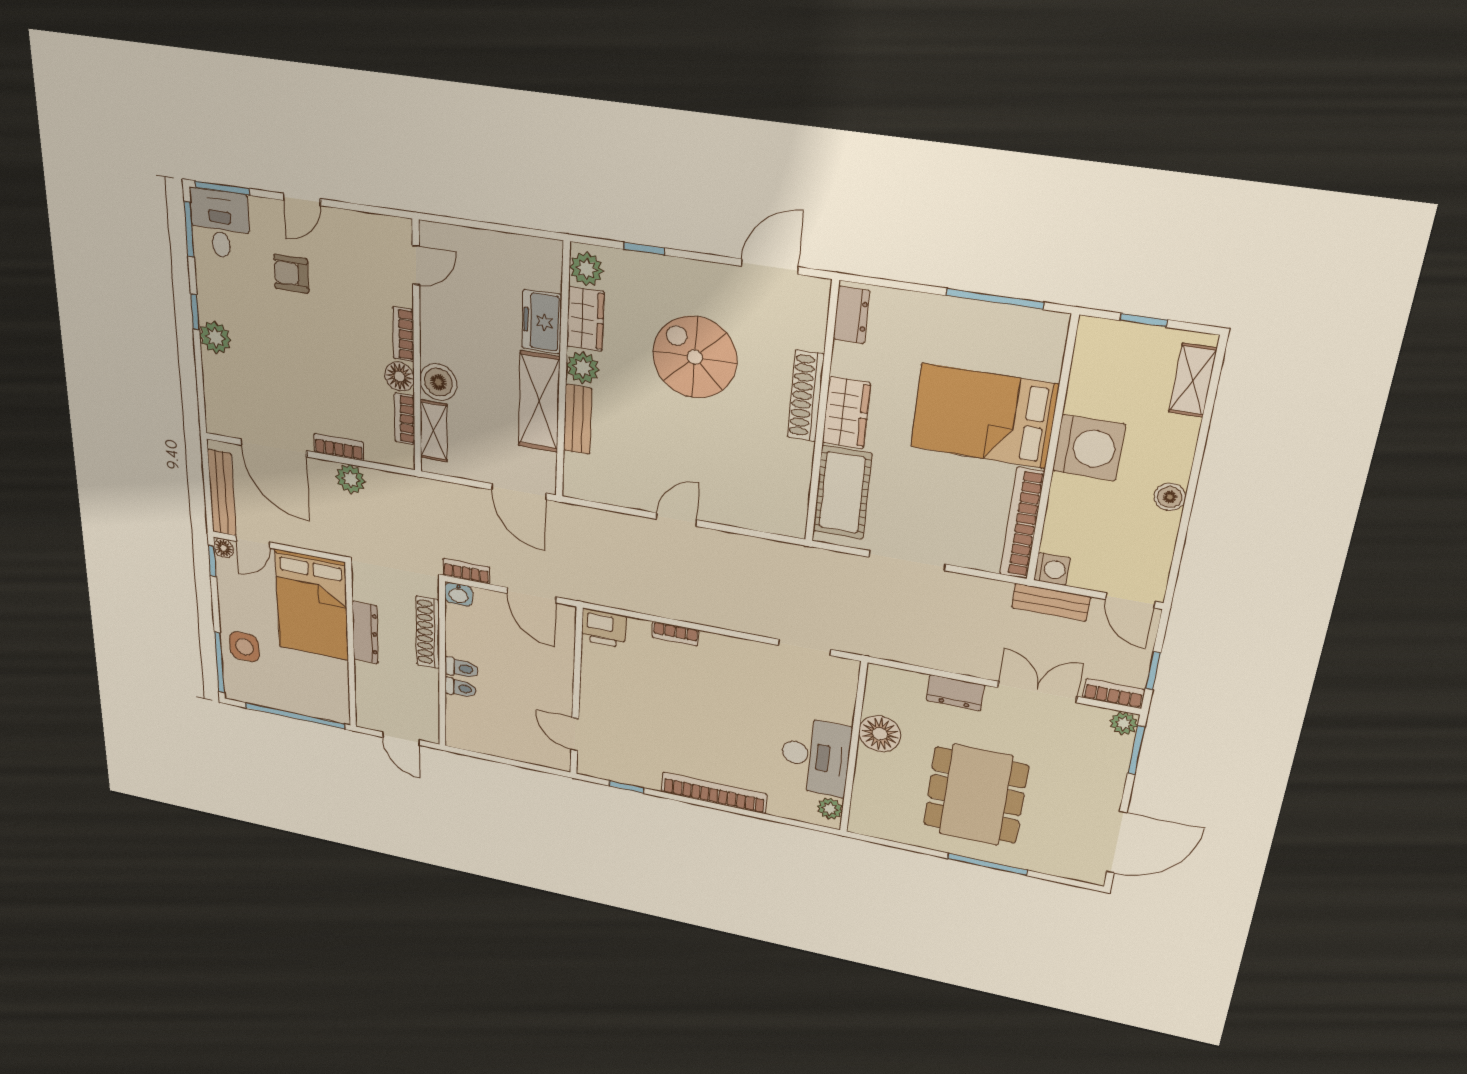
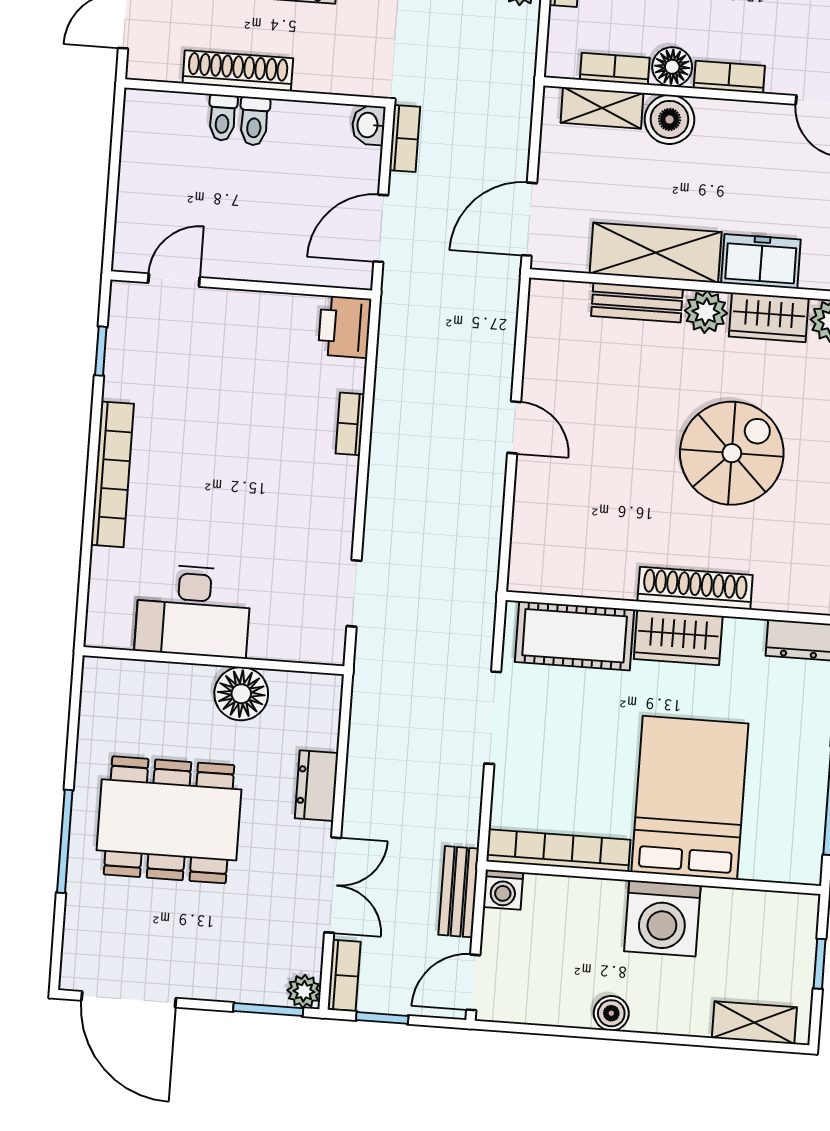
shoe rack: (428, 632) -> (238, 71), moved
plant: (830, 809) -> (115, 632), removed

